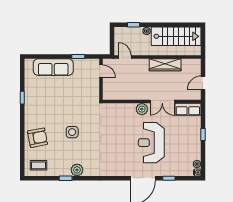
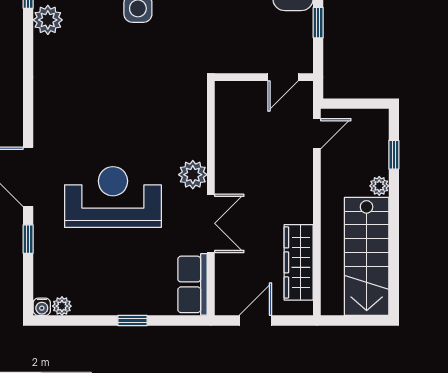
wardrobe: (165, 65) -> (299, 262), moved
door: (203, 83) -> (255, 320), hinge flipped
double door: (162, 101) -> (211, 223), swing flipped

